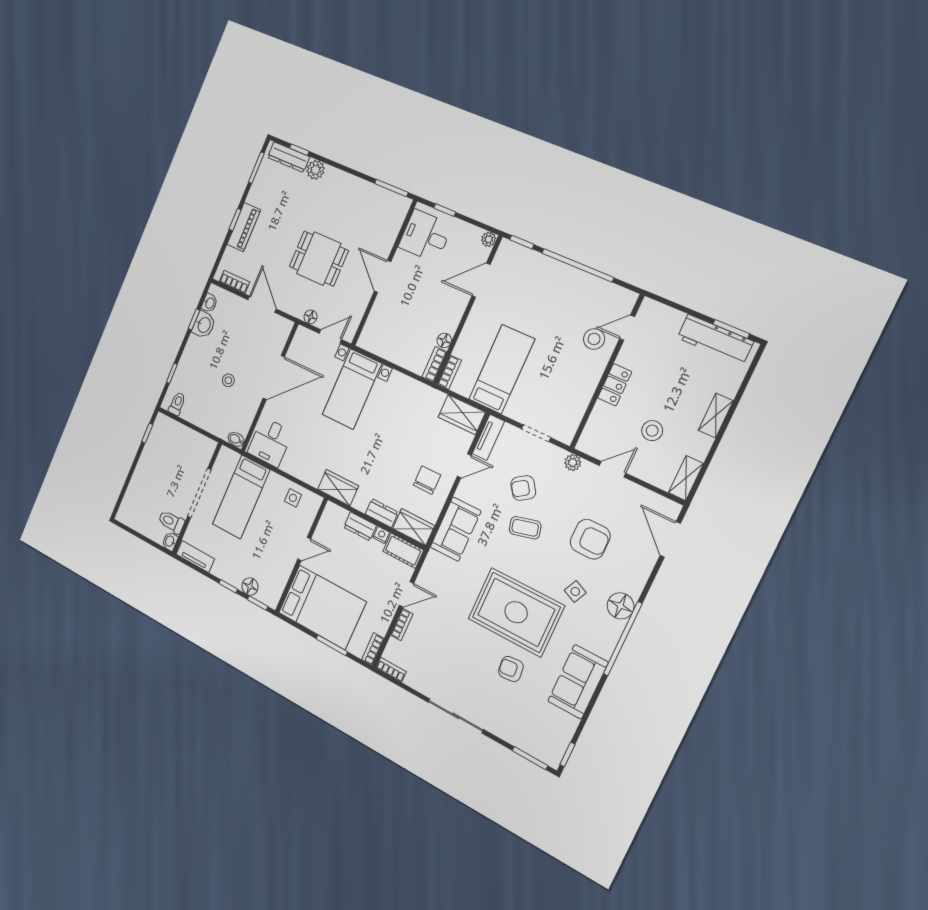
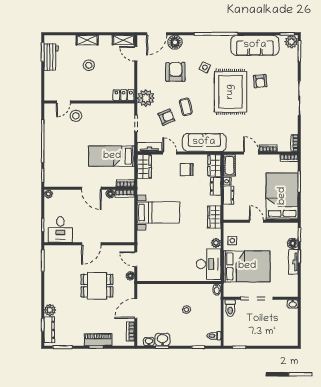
dining table: (319, 259) -> (97, 286), turned 90
door: (481, 280) -> (91, 188), moved
door: (627, 328) -> (63, 102), hinge flipped
workbench: (715, 340) -> (51, 57), width x0.73
door: (274, 378) -> (173, 282), removed
locker: (615, 385) -> (124, 95), moved
bed with nightstands: (352, 389) -> (158, 213), moved
stool: (652, 431) -> (89, 65), moved
desk: (270, 442) -> (209, 264), width x1.37
plant: (573, 463) -> (146, 98), width x1.87, depth x1.87
door: (613, 469) -> (136, 54), moved
plant: (300, 471) -> (216, 243), added
armchair: (523, 488) -> (166, 117), turned -78
bed: (241, 497) -> (247, 266), width x1.50
toilet: (171, 522) -> (230, 308), moved
sofa: (456, 529) -> (204, 142), width x1.36
tv unit: (195, 557) -> (293, 262), moved
floor lamp: (621, 606) -> (175, 42), moved
sofa: (578, 682) -> (255, 45), width x1.36
plant: (551, 754) -> (291, 42), added

